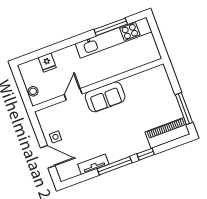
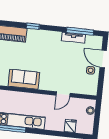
sofa: (105, 97) -> (24, 79), moved
window: (115, 166) -> (80, 31), moved

